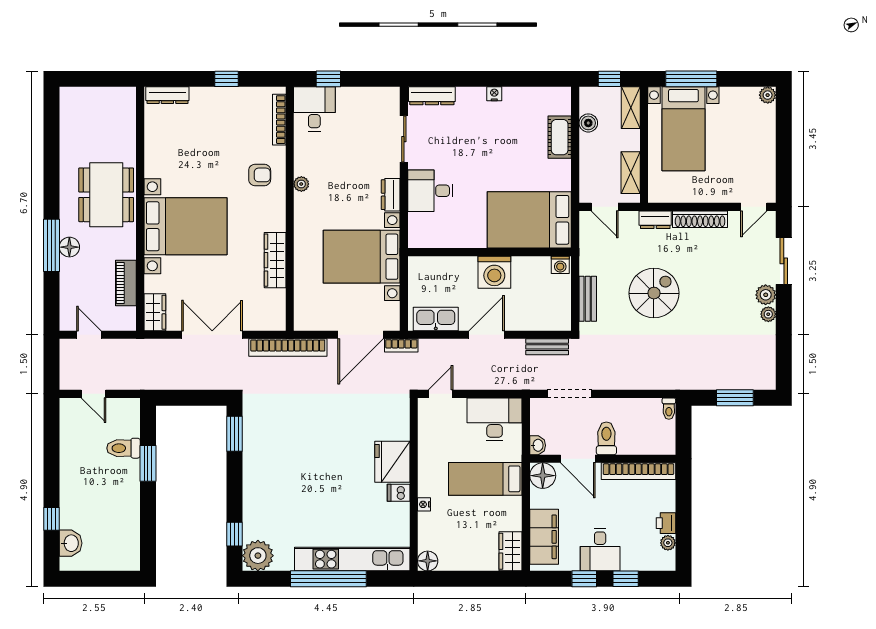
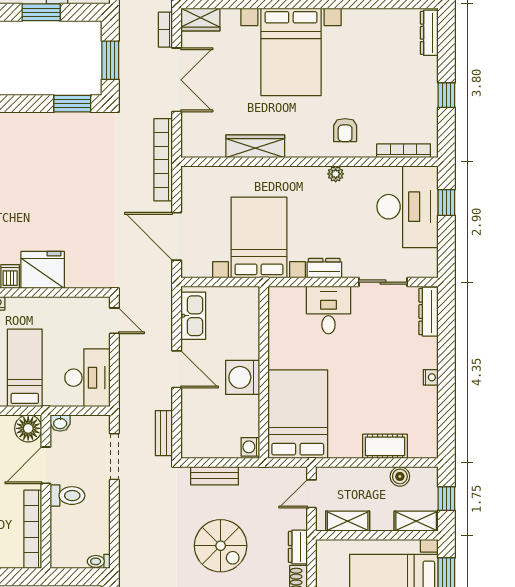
desk: (314, 109) -> (407, 207), width x1.87, depth x1.30
bookcase: (401, 345) -> (165, 30), moved
window: (193, 398) -> (110, 60), added

